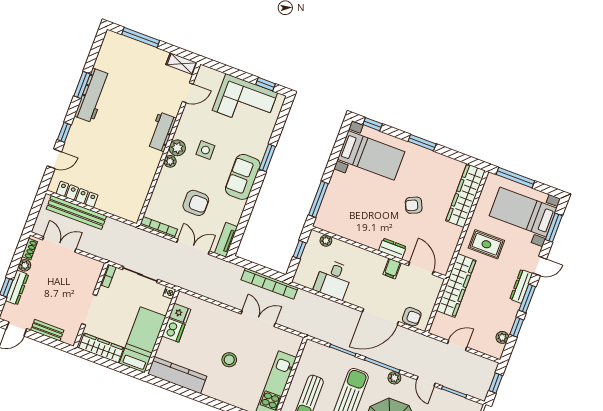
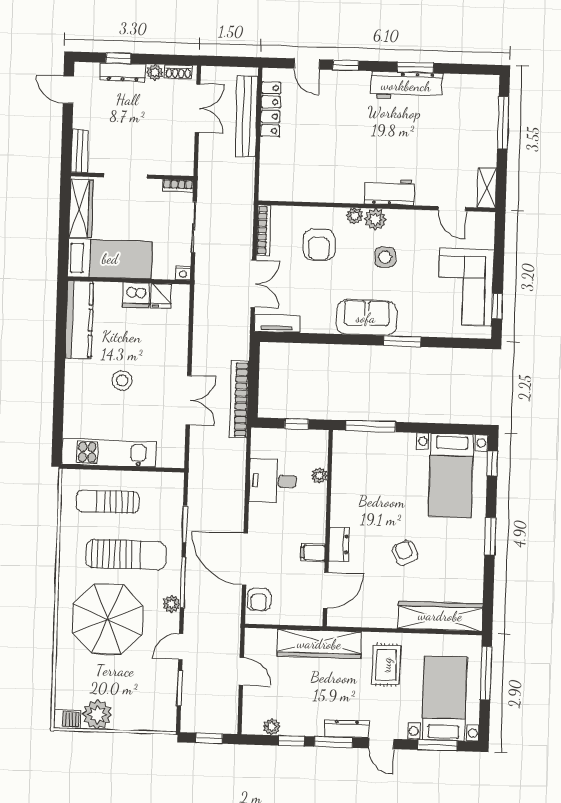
armchair: (196, 203) -> (319, 245), moved
plant: (326, 241) -> (319, 475), moved
bench: (47, 330) -> (80, 151), moved

